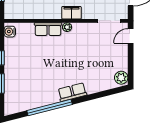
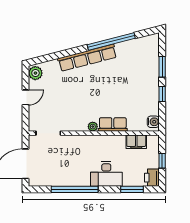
filing cabinet: (71, 13) -> (136, 142), moved
door: (131, 36) -> (26, 97), moved
row of seats: (72, 92) -> (87, 58), width x2.02

